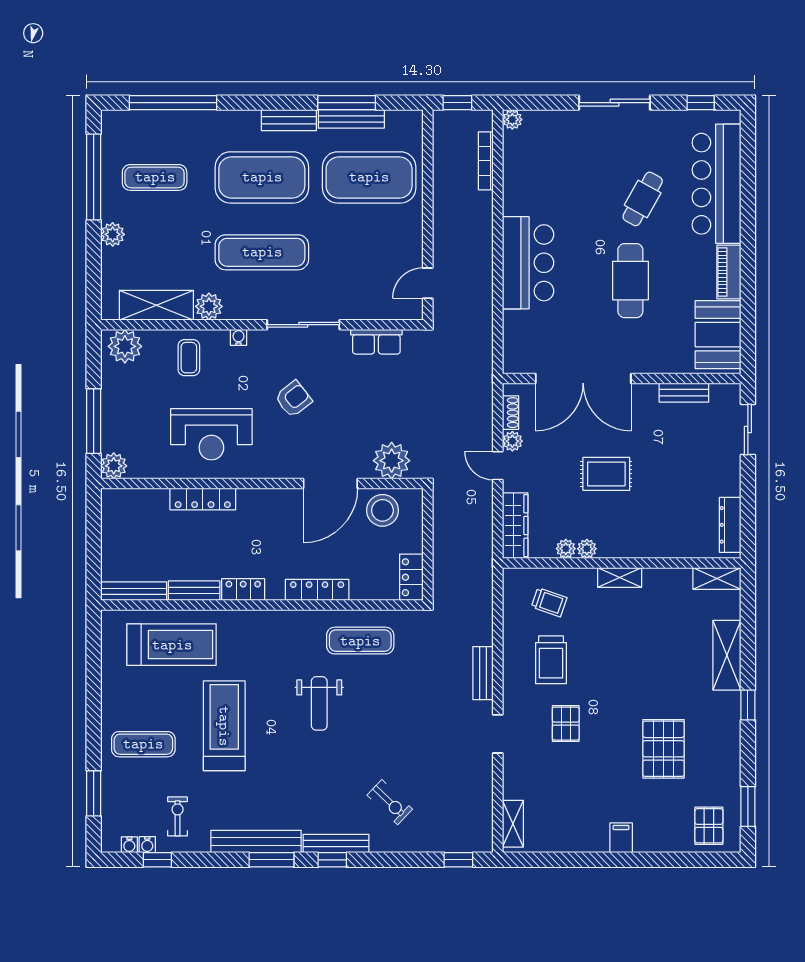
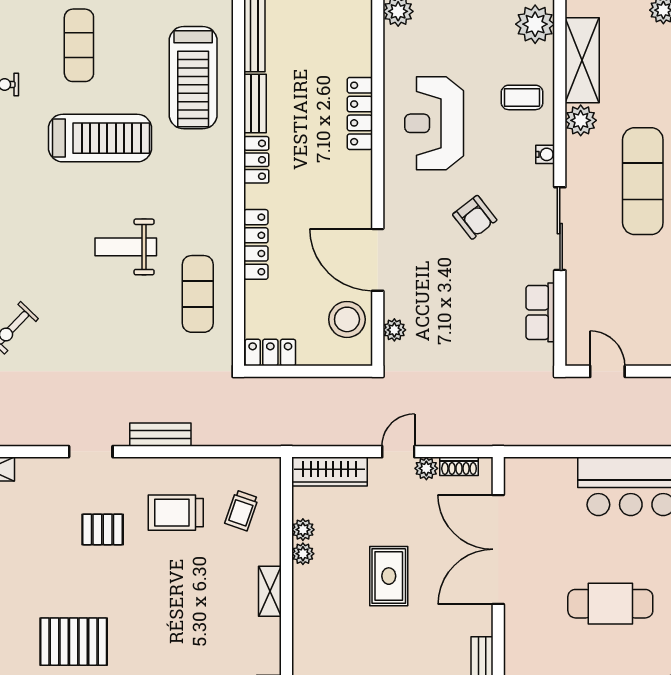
plant: (392, 461) -> (394, 330), width x0.53, depth x0.53

